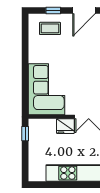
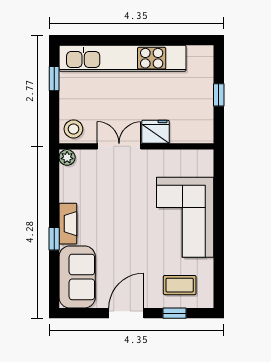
corner sofa: (46, 89) -> (185, 217), moved
window: (25, 134) -> (219, 95), moved

